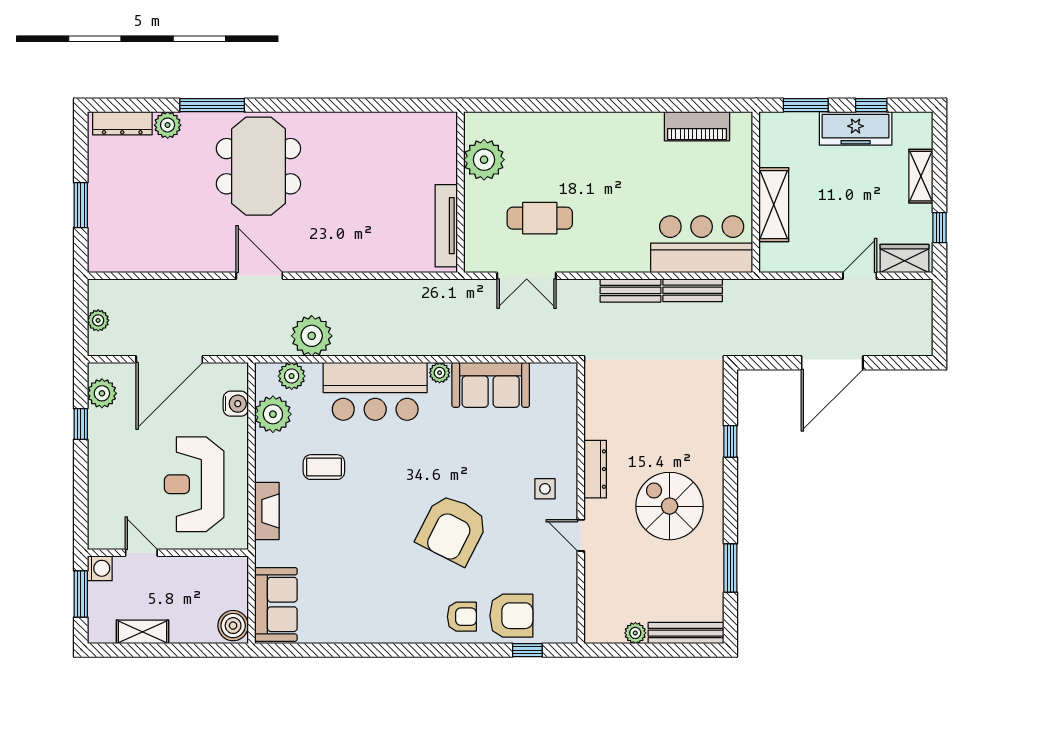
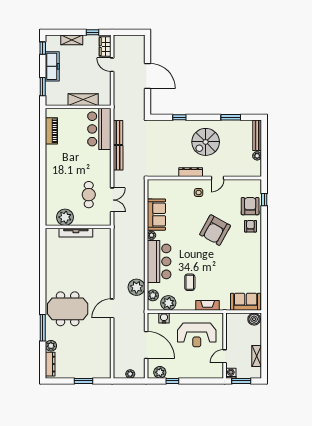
window: (871, 105) -> (43, 48), moved
tv unit: (446, 226) -> (76, 233), moved
armchair: (452, 529) -> (215, 230), turned 92

